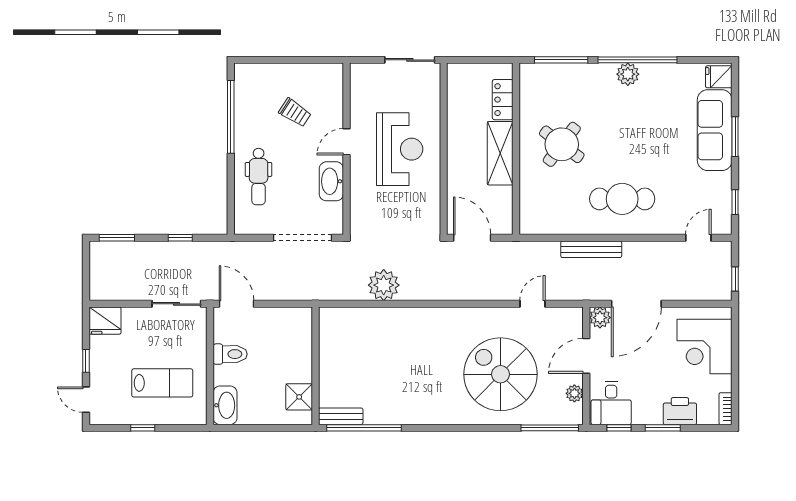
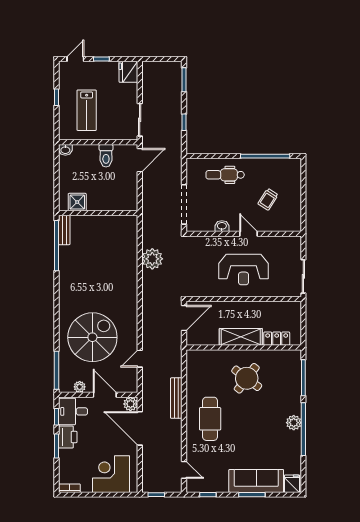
washbasin: (331, 181) -> (222, 226), width x0.52, depth x0.69
door: (532, 304) -> (140, 359), swing flipped
washbasin: (225, 405) -> (65, 150), width x0.52, depth x0.69
printer: (680, 411) -> (68, 437), moved

